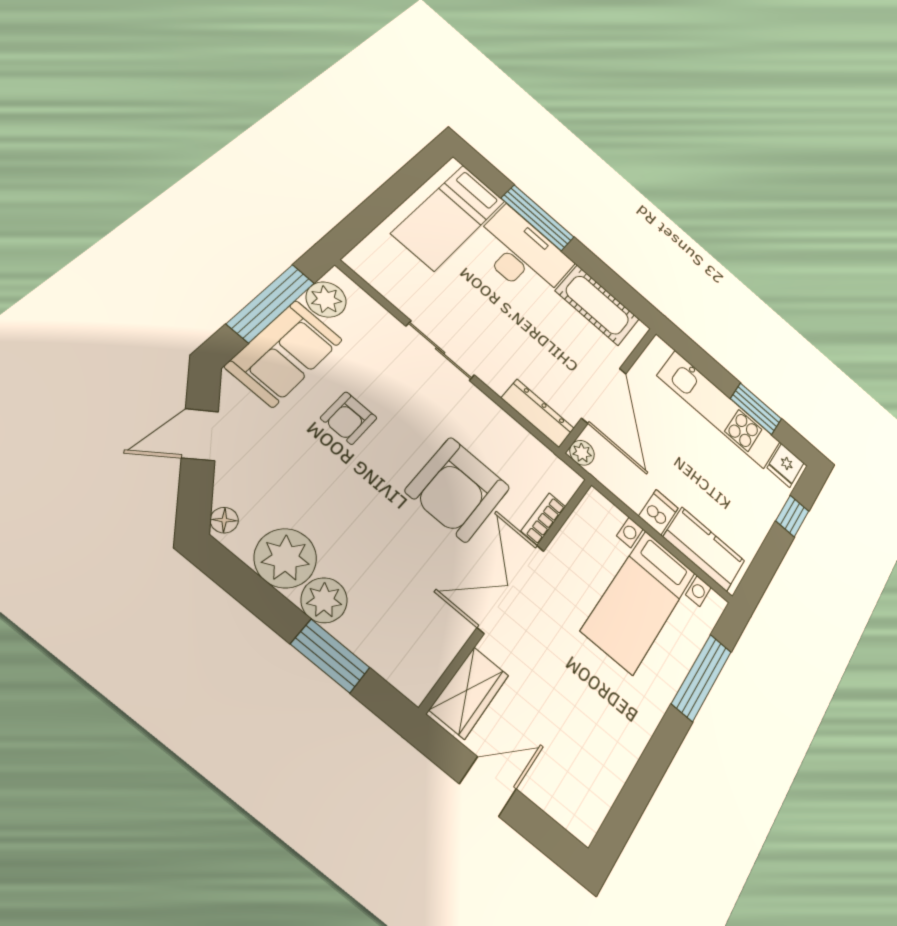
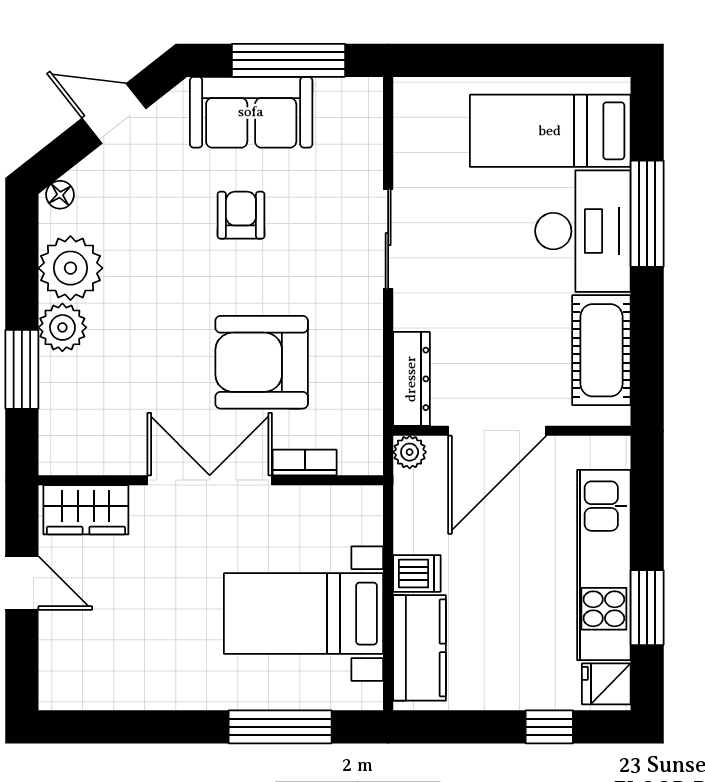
plant: (326, 300) -> (339, 100), removed
armchair: (349, 418) -> (241, 215), turned 90

